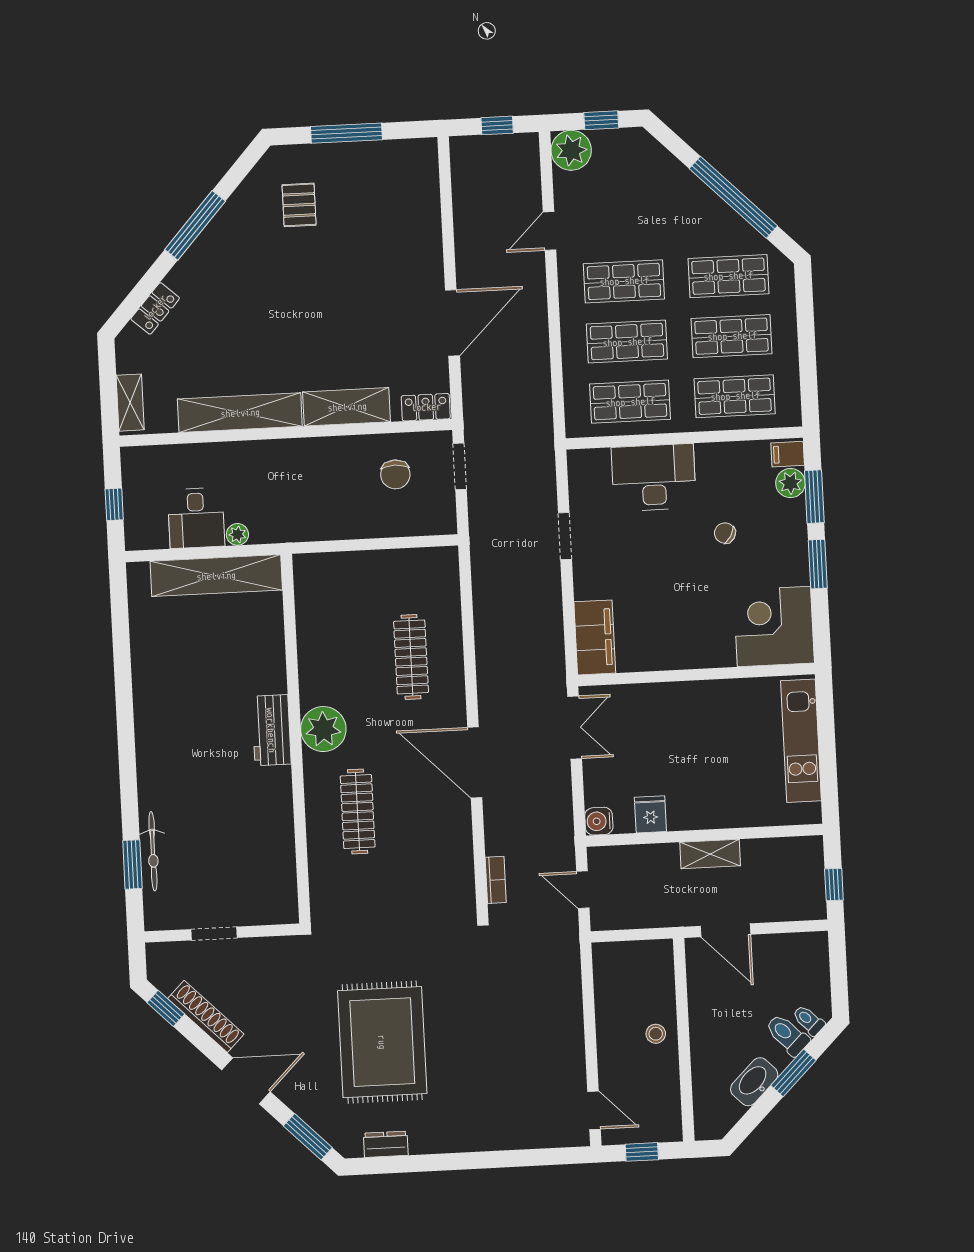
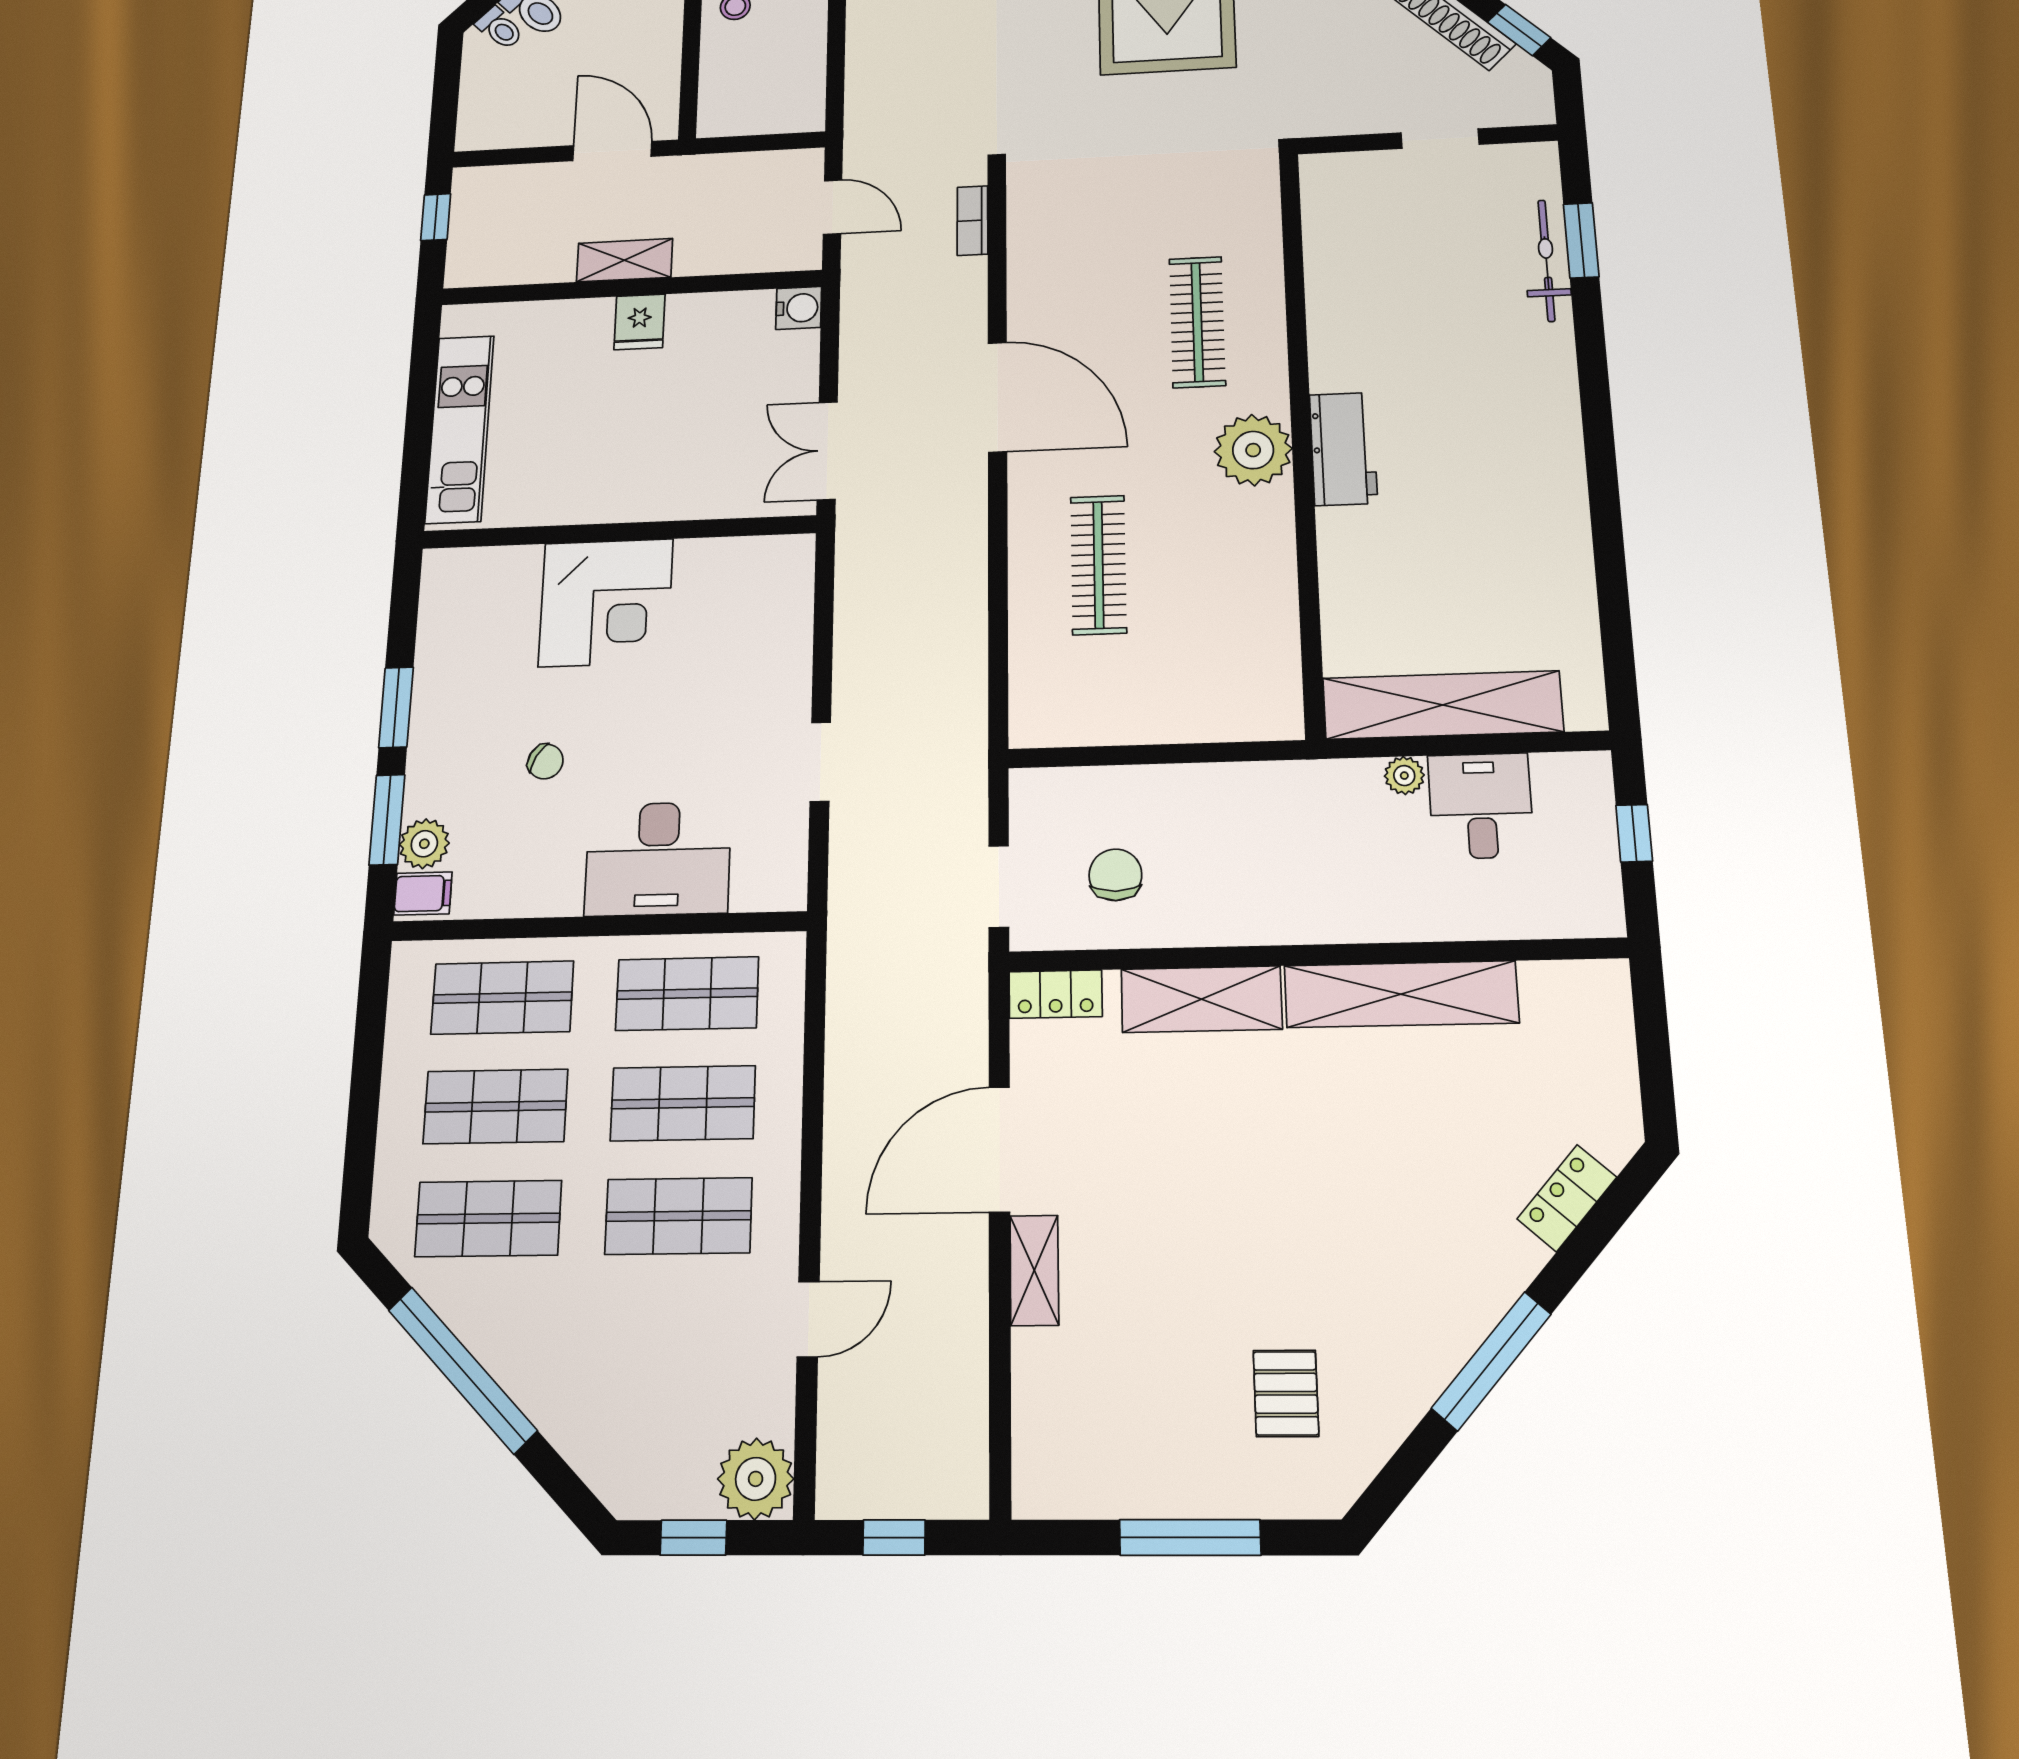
shelving: (130, 403) -> (1034, 1270), moved
corner desk: (774, 627) -> (606, 603), moved
filing cabinet: (595, 637) -> (782, 593), removed
fridge: (650, 814) -> (639, 322), moved

